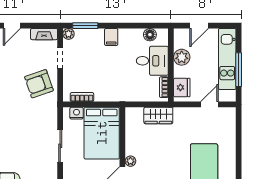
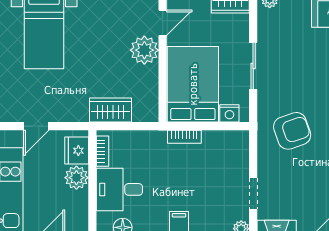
plant: (182, 57) -> (76, 178), moved
armchair: (39, 84) -> (292, 131), moved
bookcase: (82, 97) -> (184, 137), moved
plant: (130, 161) -> (144, 50), width x1.87, depth x1.87

